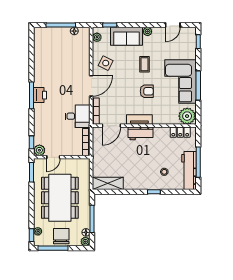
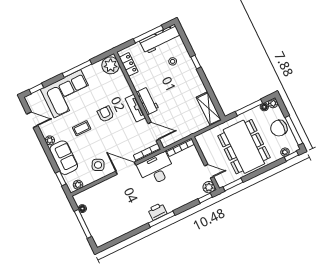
corner sofa: (181, 82) -> (67, 94), moved
desk: (77, 116) -> (156, 169), width x1.37
dining table: (60, 198) -> (244, 147), turned 90

